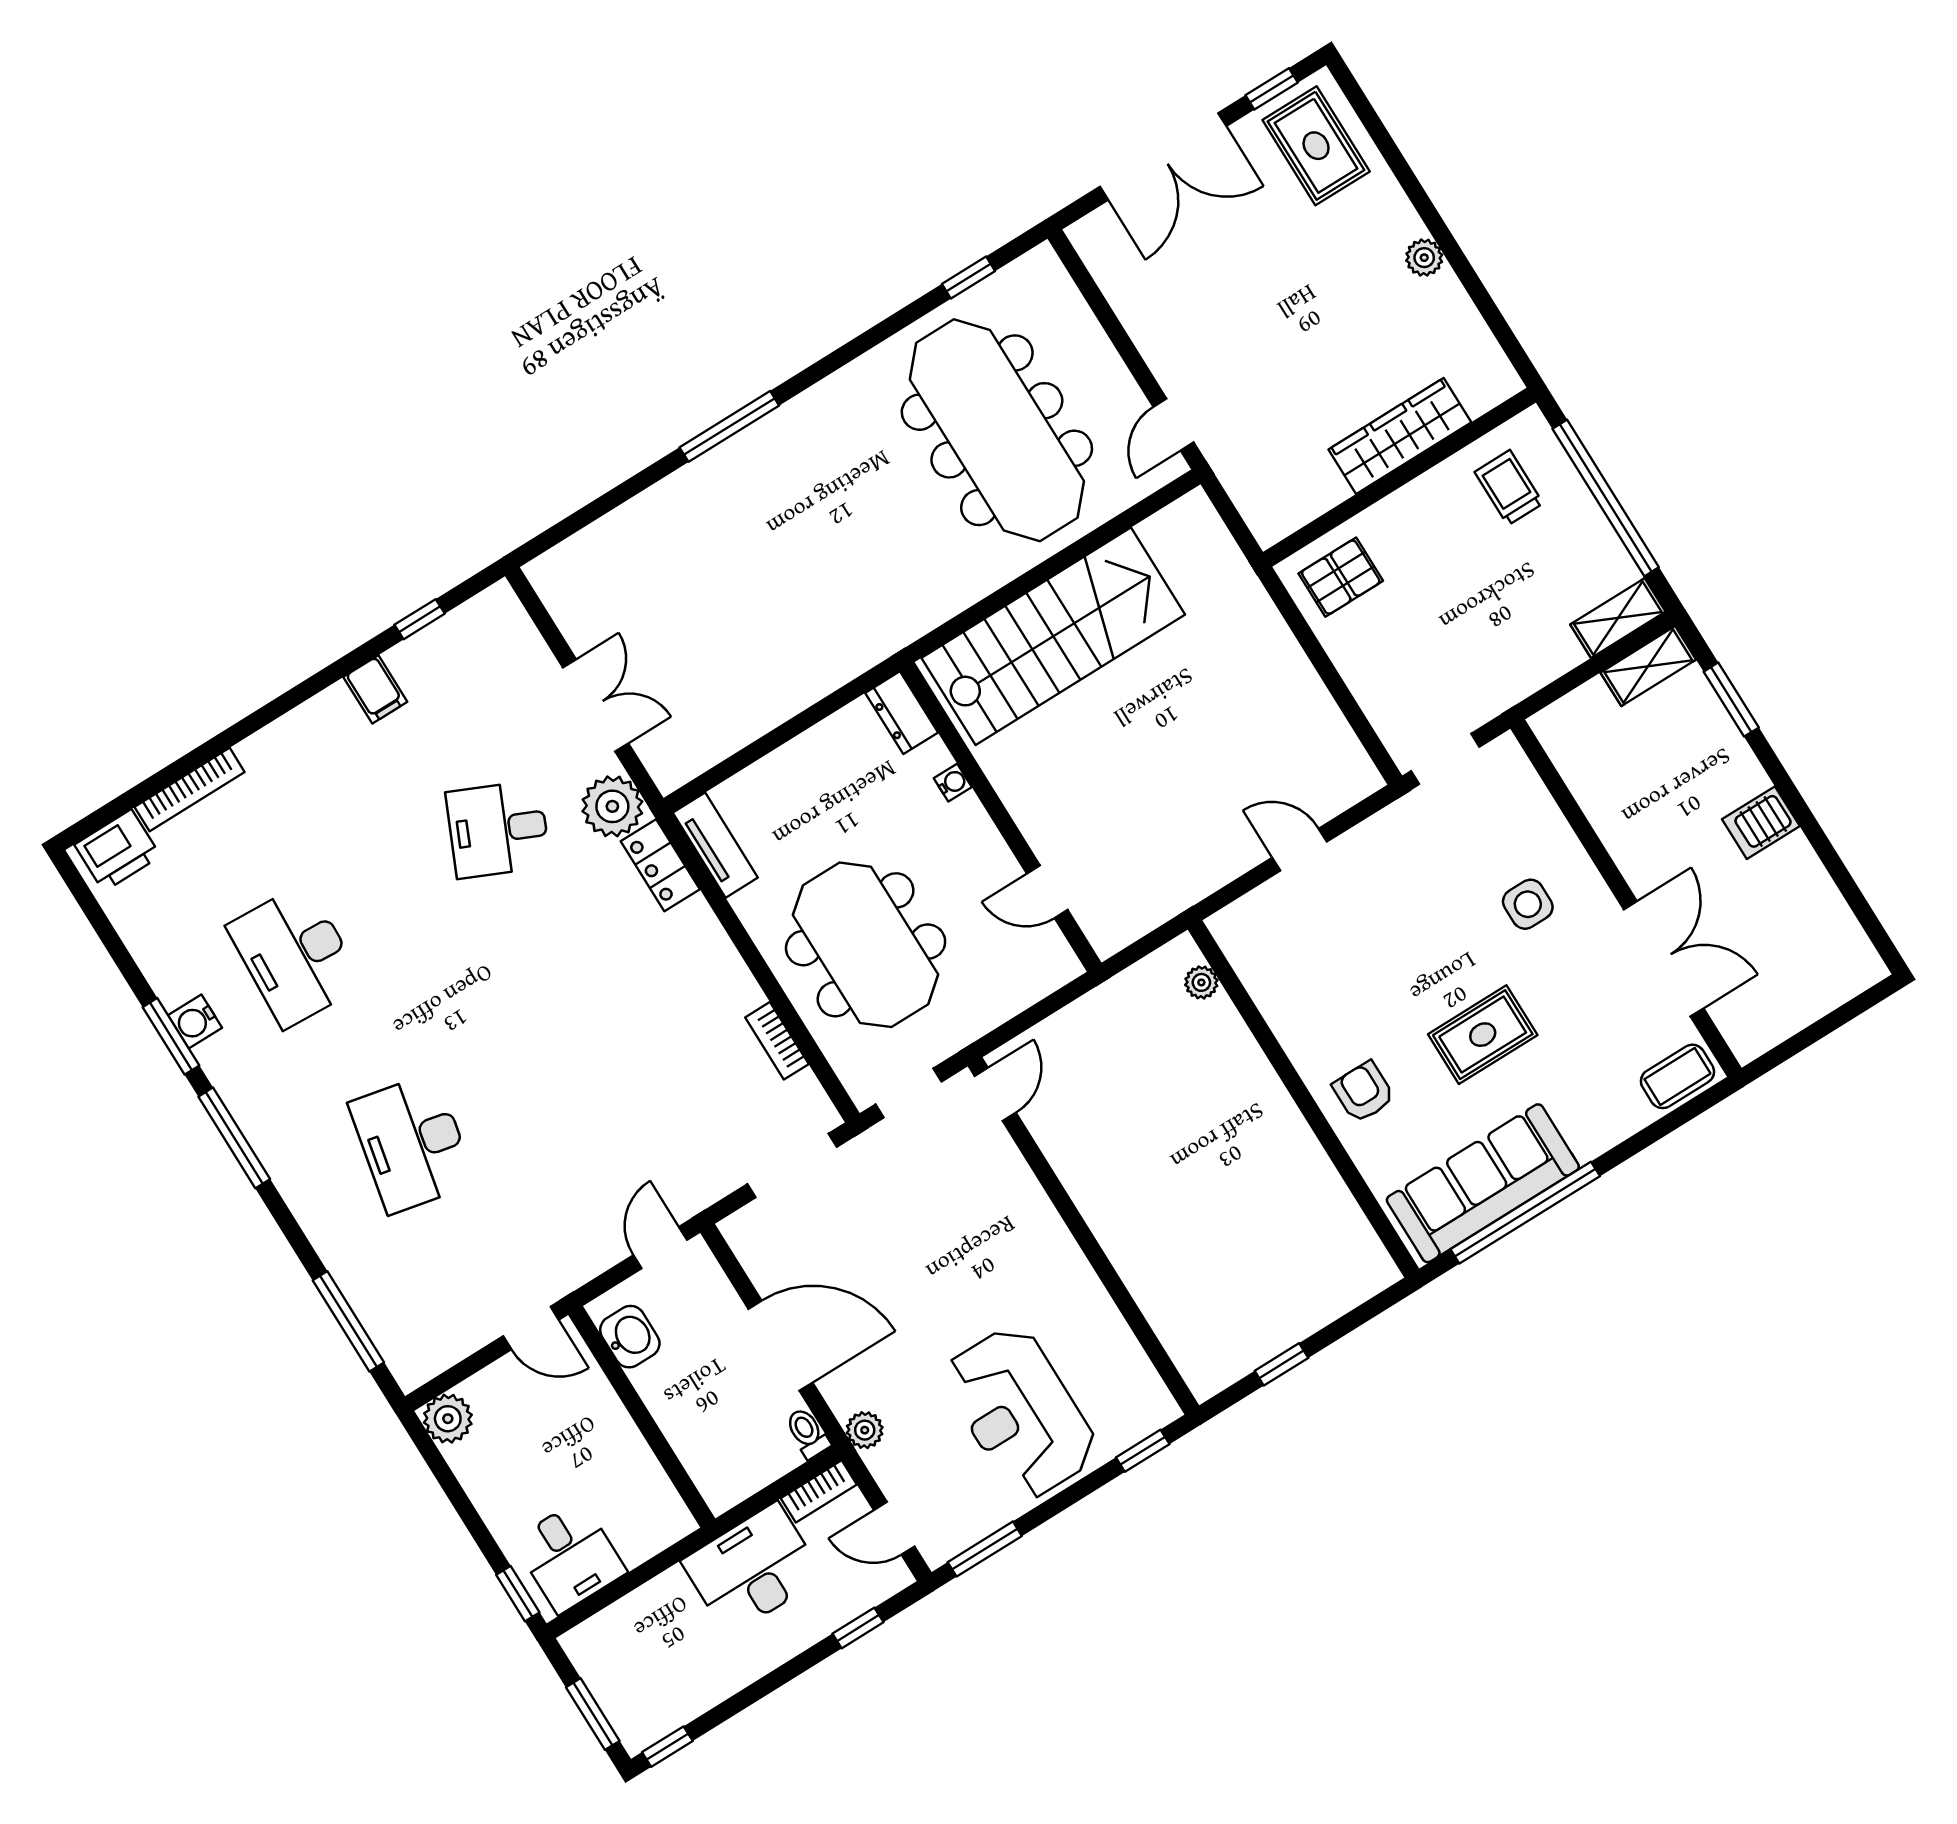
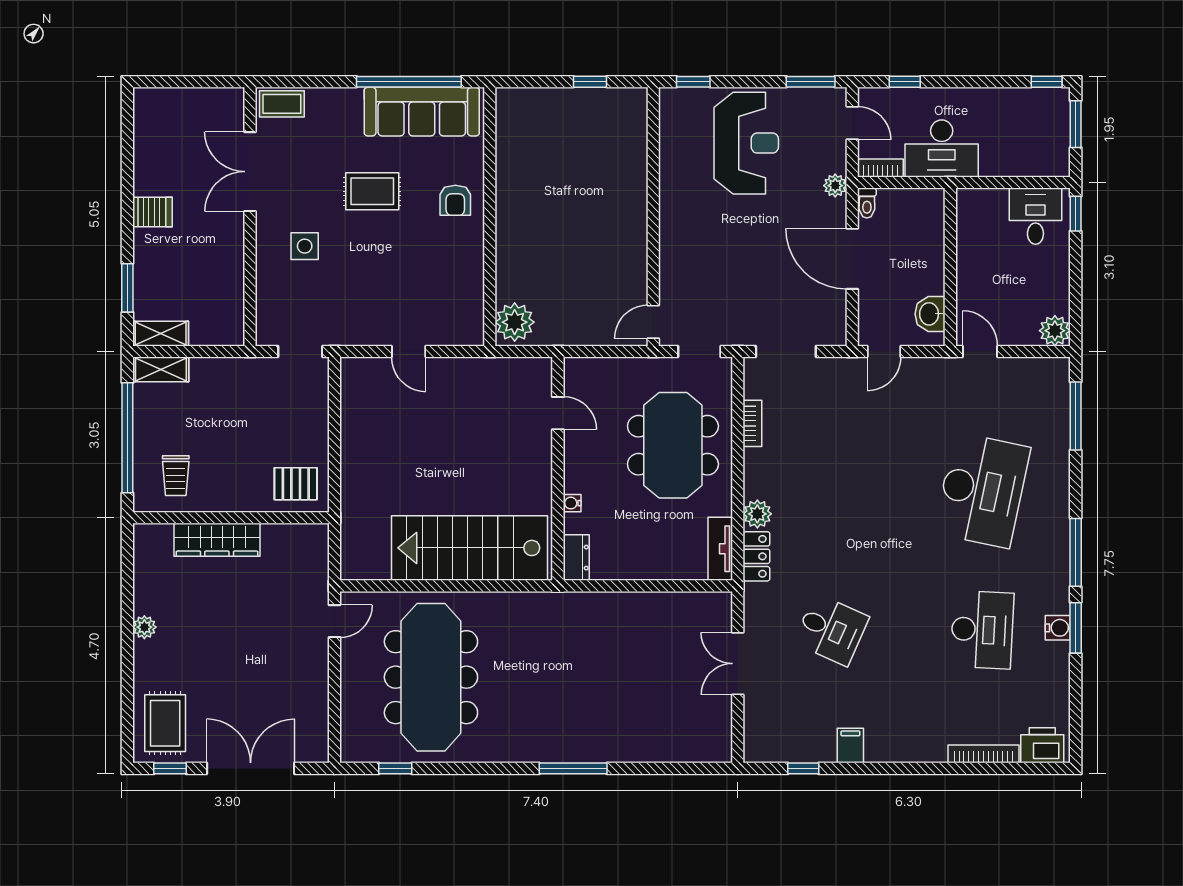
plant: (612, 806) -> (757, 514), moved, width x0.73, depth x0.73
plant: (1201, 982) -> (515, 322), width x1.88, depth x1.88
desk: (412, 1143) -> (982, 490), width x1.36, depth x1.30

